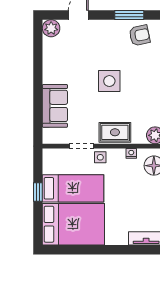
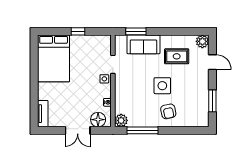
armchair: (139, 35) -> (168, 111), moved
window: (38, 116) -> (136, 31), added
rug: (115, 132) -> (177, 56), moved, turned 90
bed: (73, 188) -> (81, 58), removed

